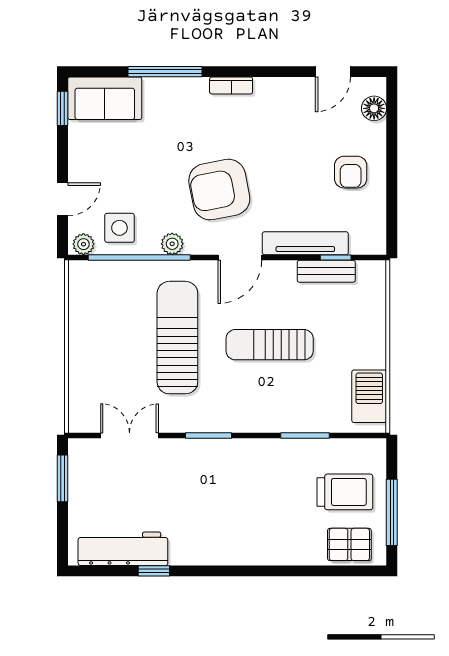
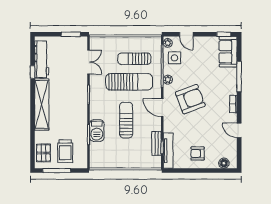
door: (333, 72) -> (239, 130), moved
armchair: (219, 190) -> (190, 99), turned 80
tv unit: (305, 243) -> (168, 151), moved
sun lounger: (122, 325) -> (134, 59), added
barbecue: (369, 396) -> (97, 131), moved, turned 90
shelving: (232, 549) -> (42, 104), added

